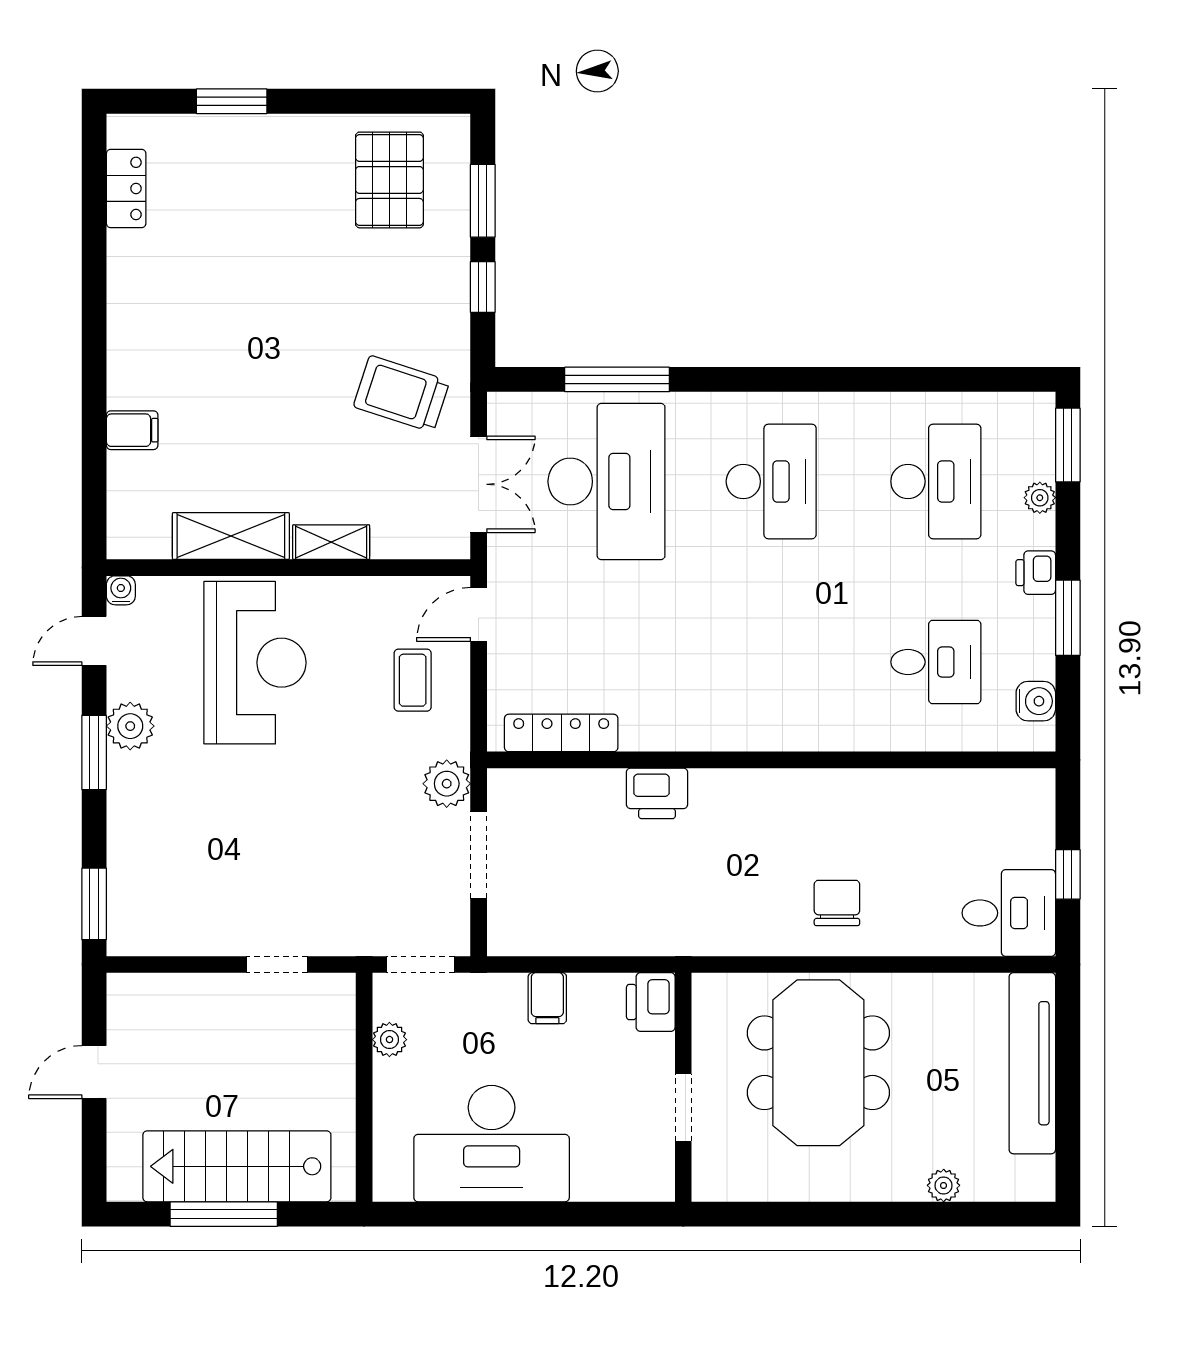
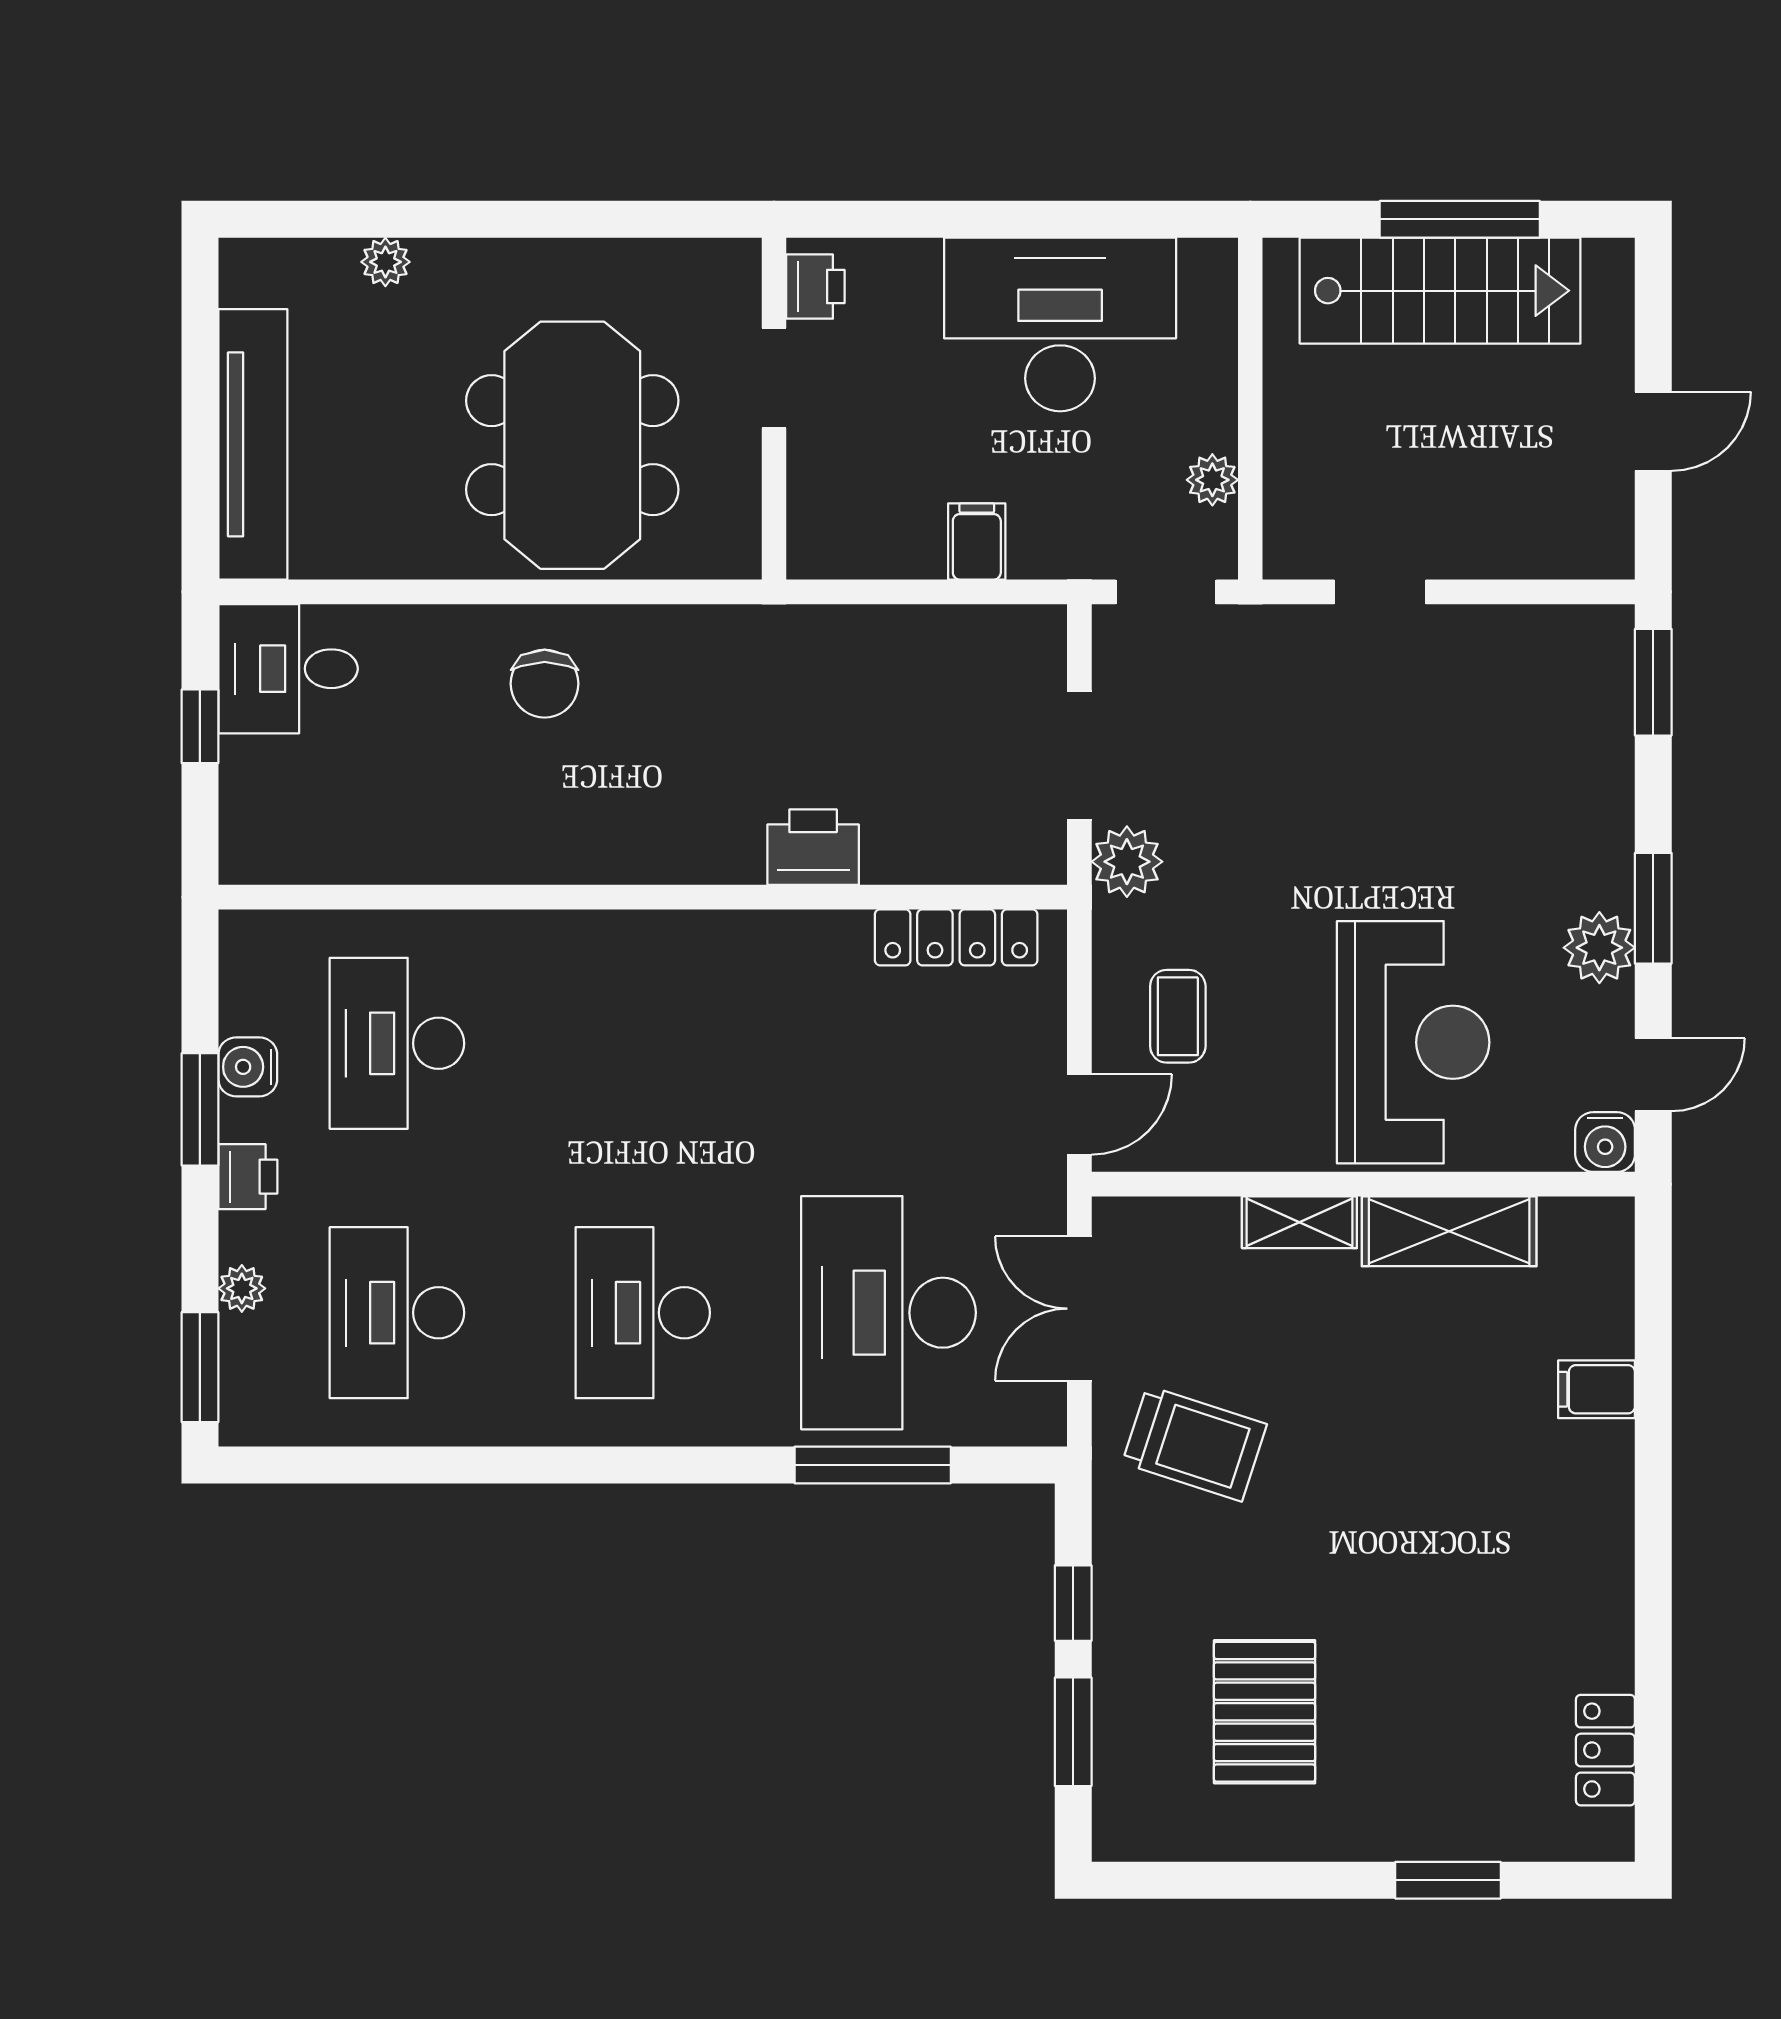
pallet: (389, 180) -> (1265, 1712), moved
water cooler: (121, 590) -> (1605, 1142), width x1.38, depth x1.38
desk: (936, 662) -> (397, 1043), width x1.37
reception desk: (255, 663) -> (1413, 1042), turned 180
water cooler: (1036, 701) -> (248, 1067), moved
printer: (651, 1002) -> (815, 287), moved, width x0.73, depth x0.81

